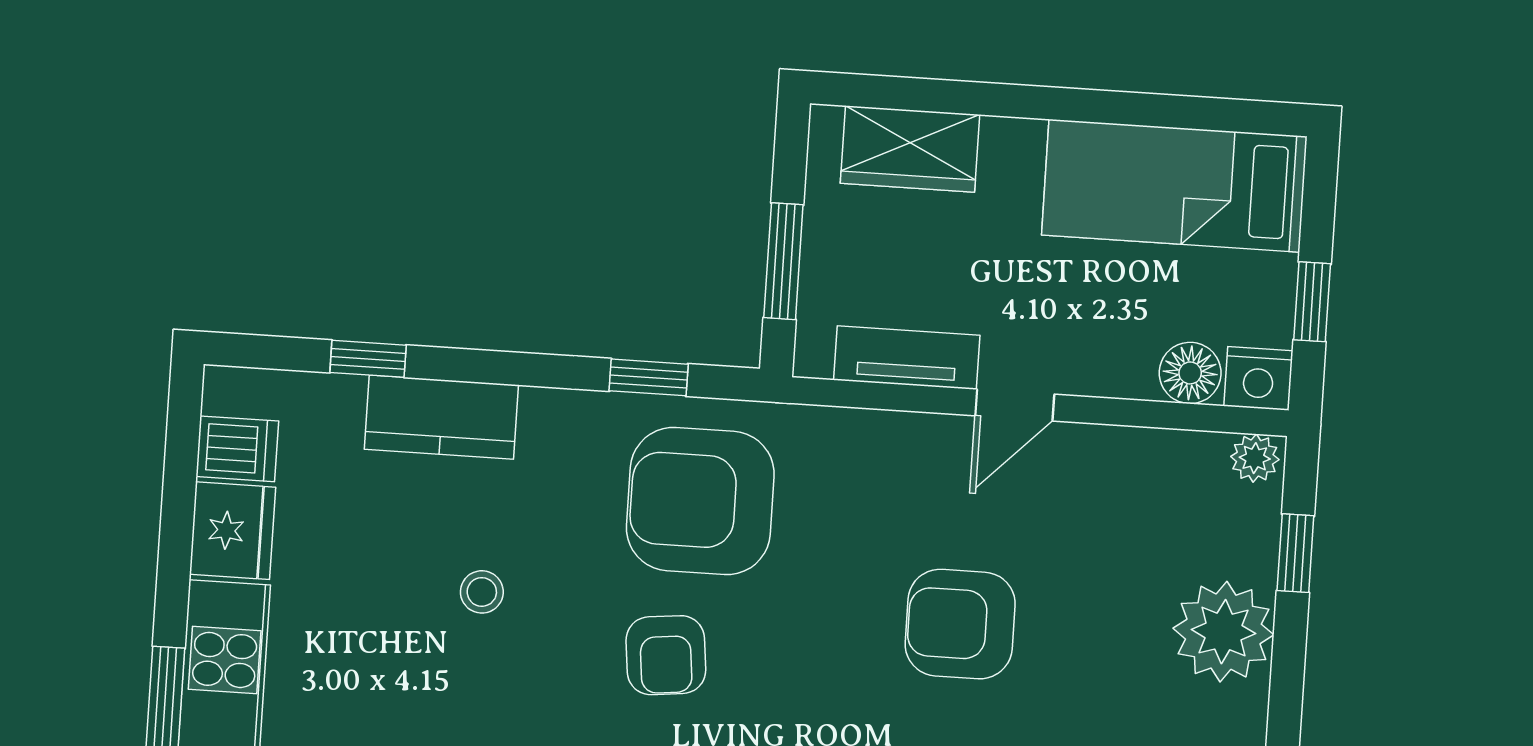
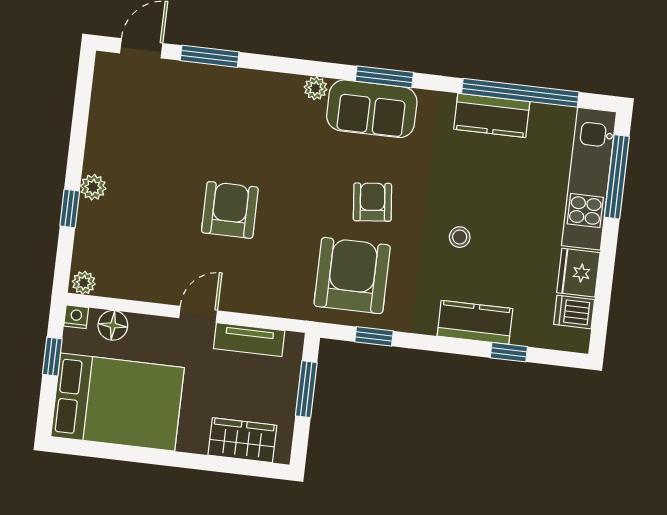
bed: (1174, 186) -> (118, 402), width x1.50
nightstand: (1258, 378) -> (76, 317), width x0.72, depth x0.74
armchair: (700, 501) -> (352, 276), turned -90
window: (1295, 553) -> (70, 209), moved
armchair: (960, 624) -> (230, 210), turned -90
plant: (1223, 632) -> (93, 187), width x0.53, depth x0.53

